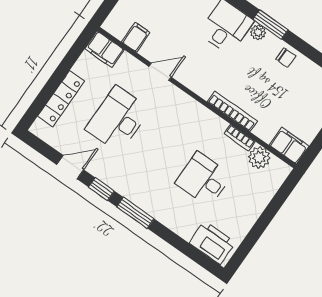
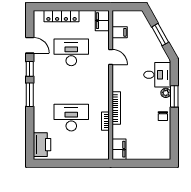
plant: (259, 157) -> (102, 138), removed
desk: (204, 179) -> (71, 118), width x1.37

